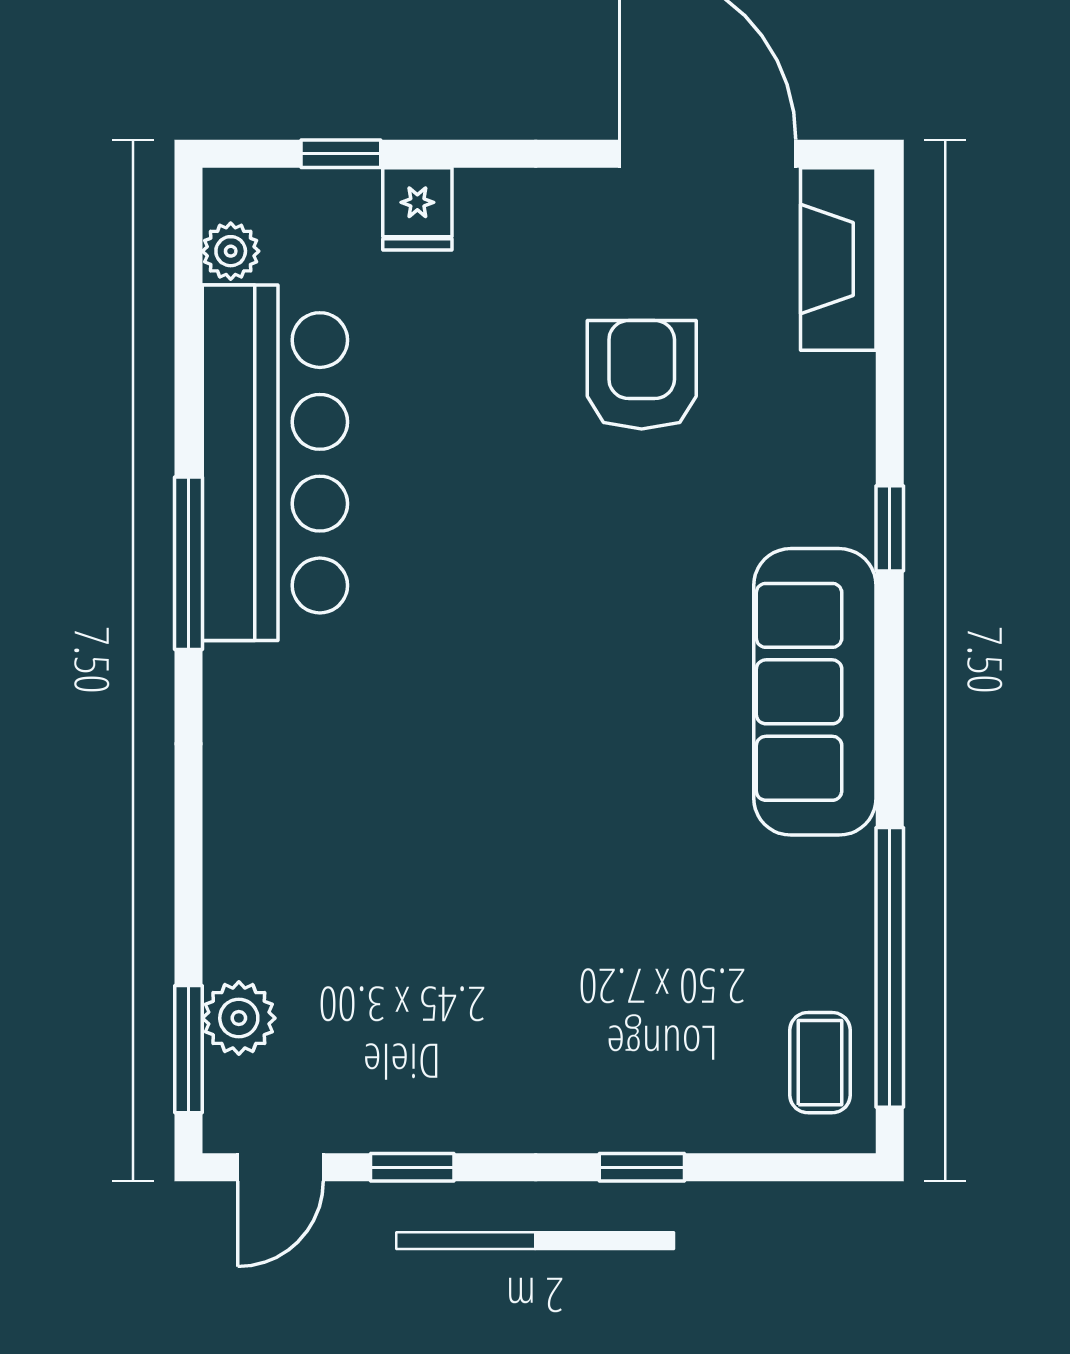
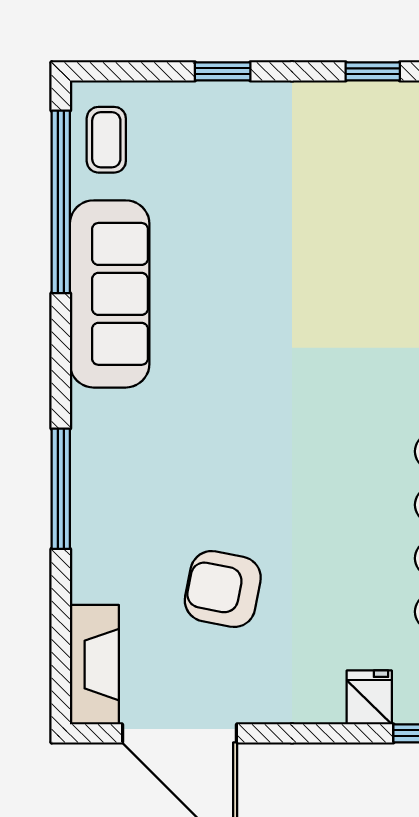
armchair: (642, 375) -> (223, 589), turned 101
window: (890, 528) -> (61, 489), width x2.17
sofa: (815, 692) -> (110, 294), moved

